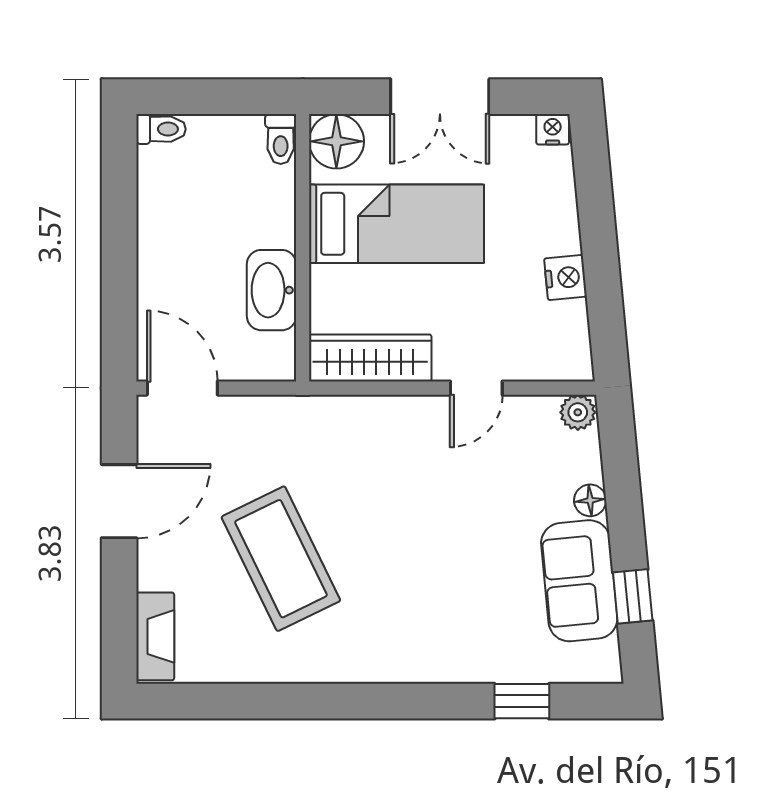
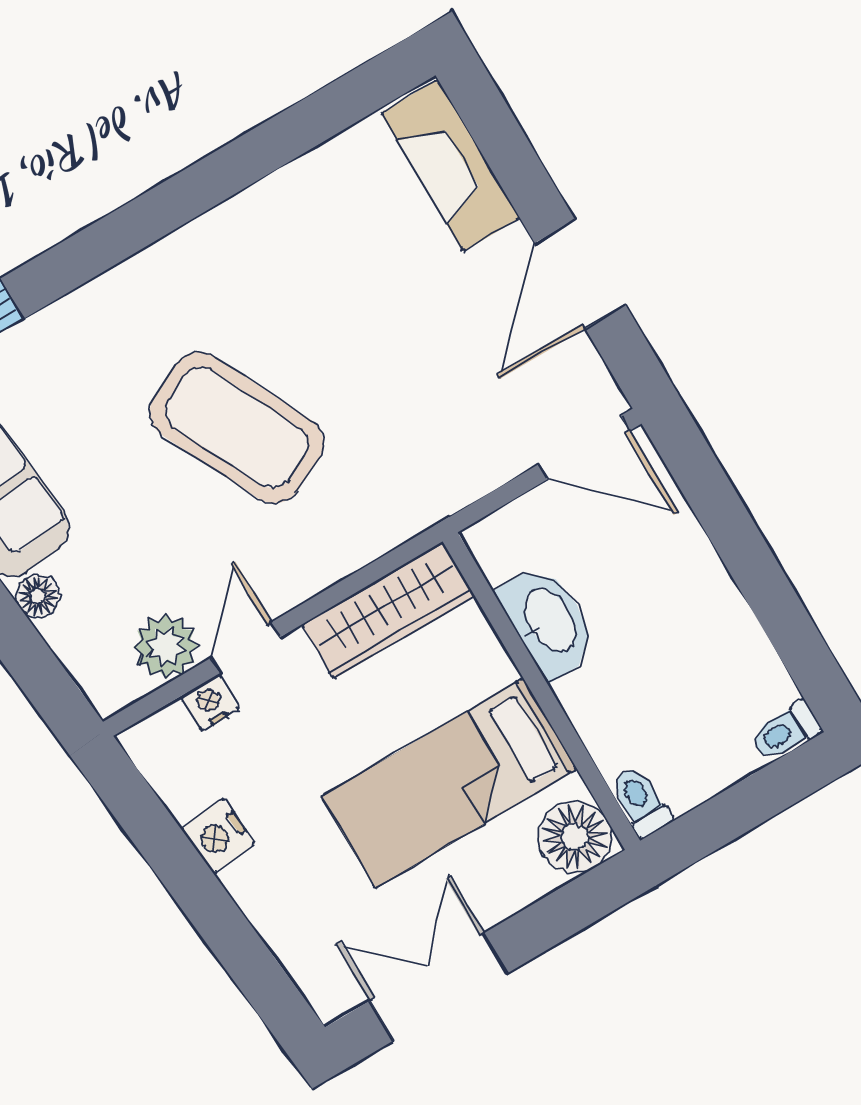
double door: (440, 97) -> (439, 987), moved
nightstand: (553, 129) -> (210, 703), moved, turned 180
plant: (578, 412) -> (166, 647), moved, width x1.38, depth x1.38
coffee table: (281, 559) -> (237, 428), moved
fireplace: (155, 636) -> (450, 165), width x1.37, depth x1.32

